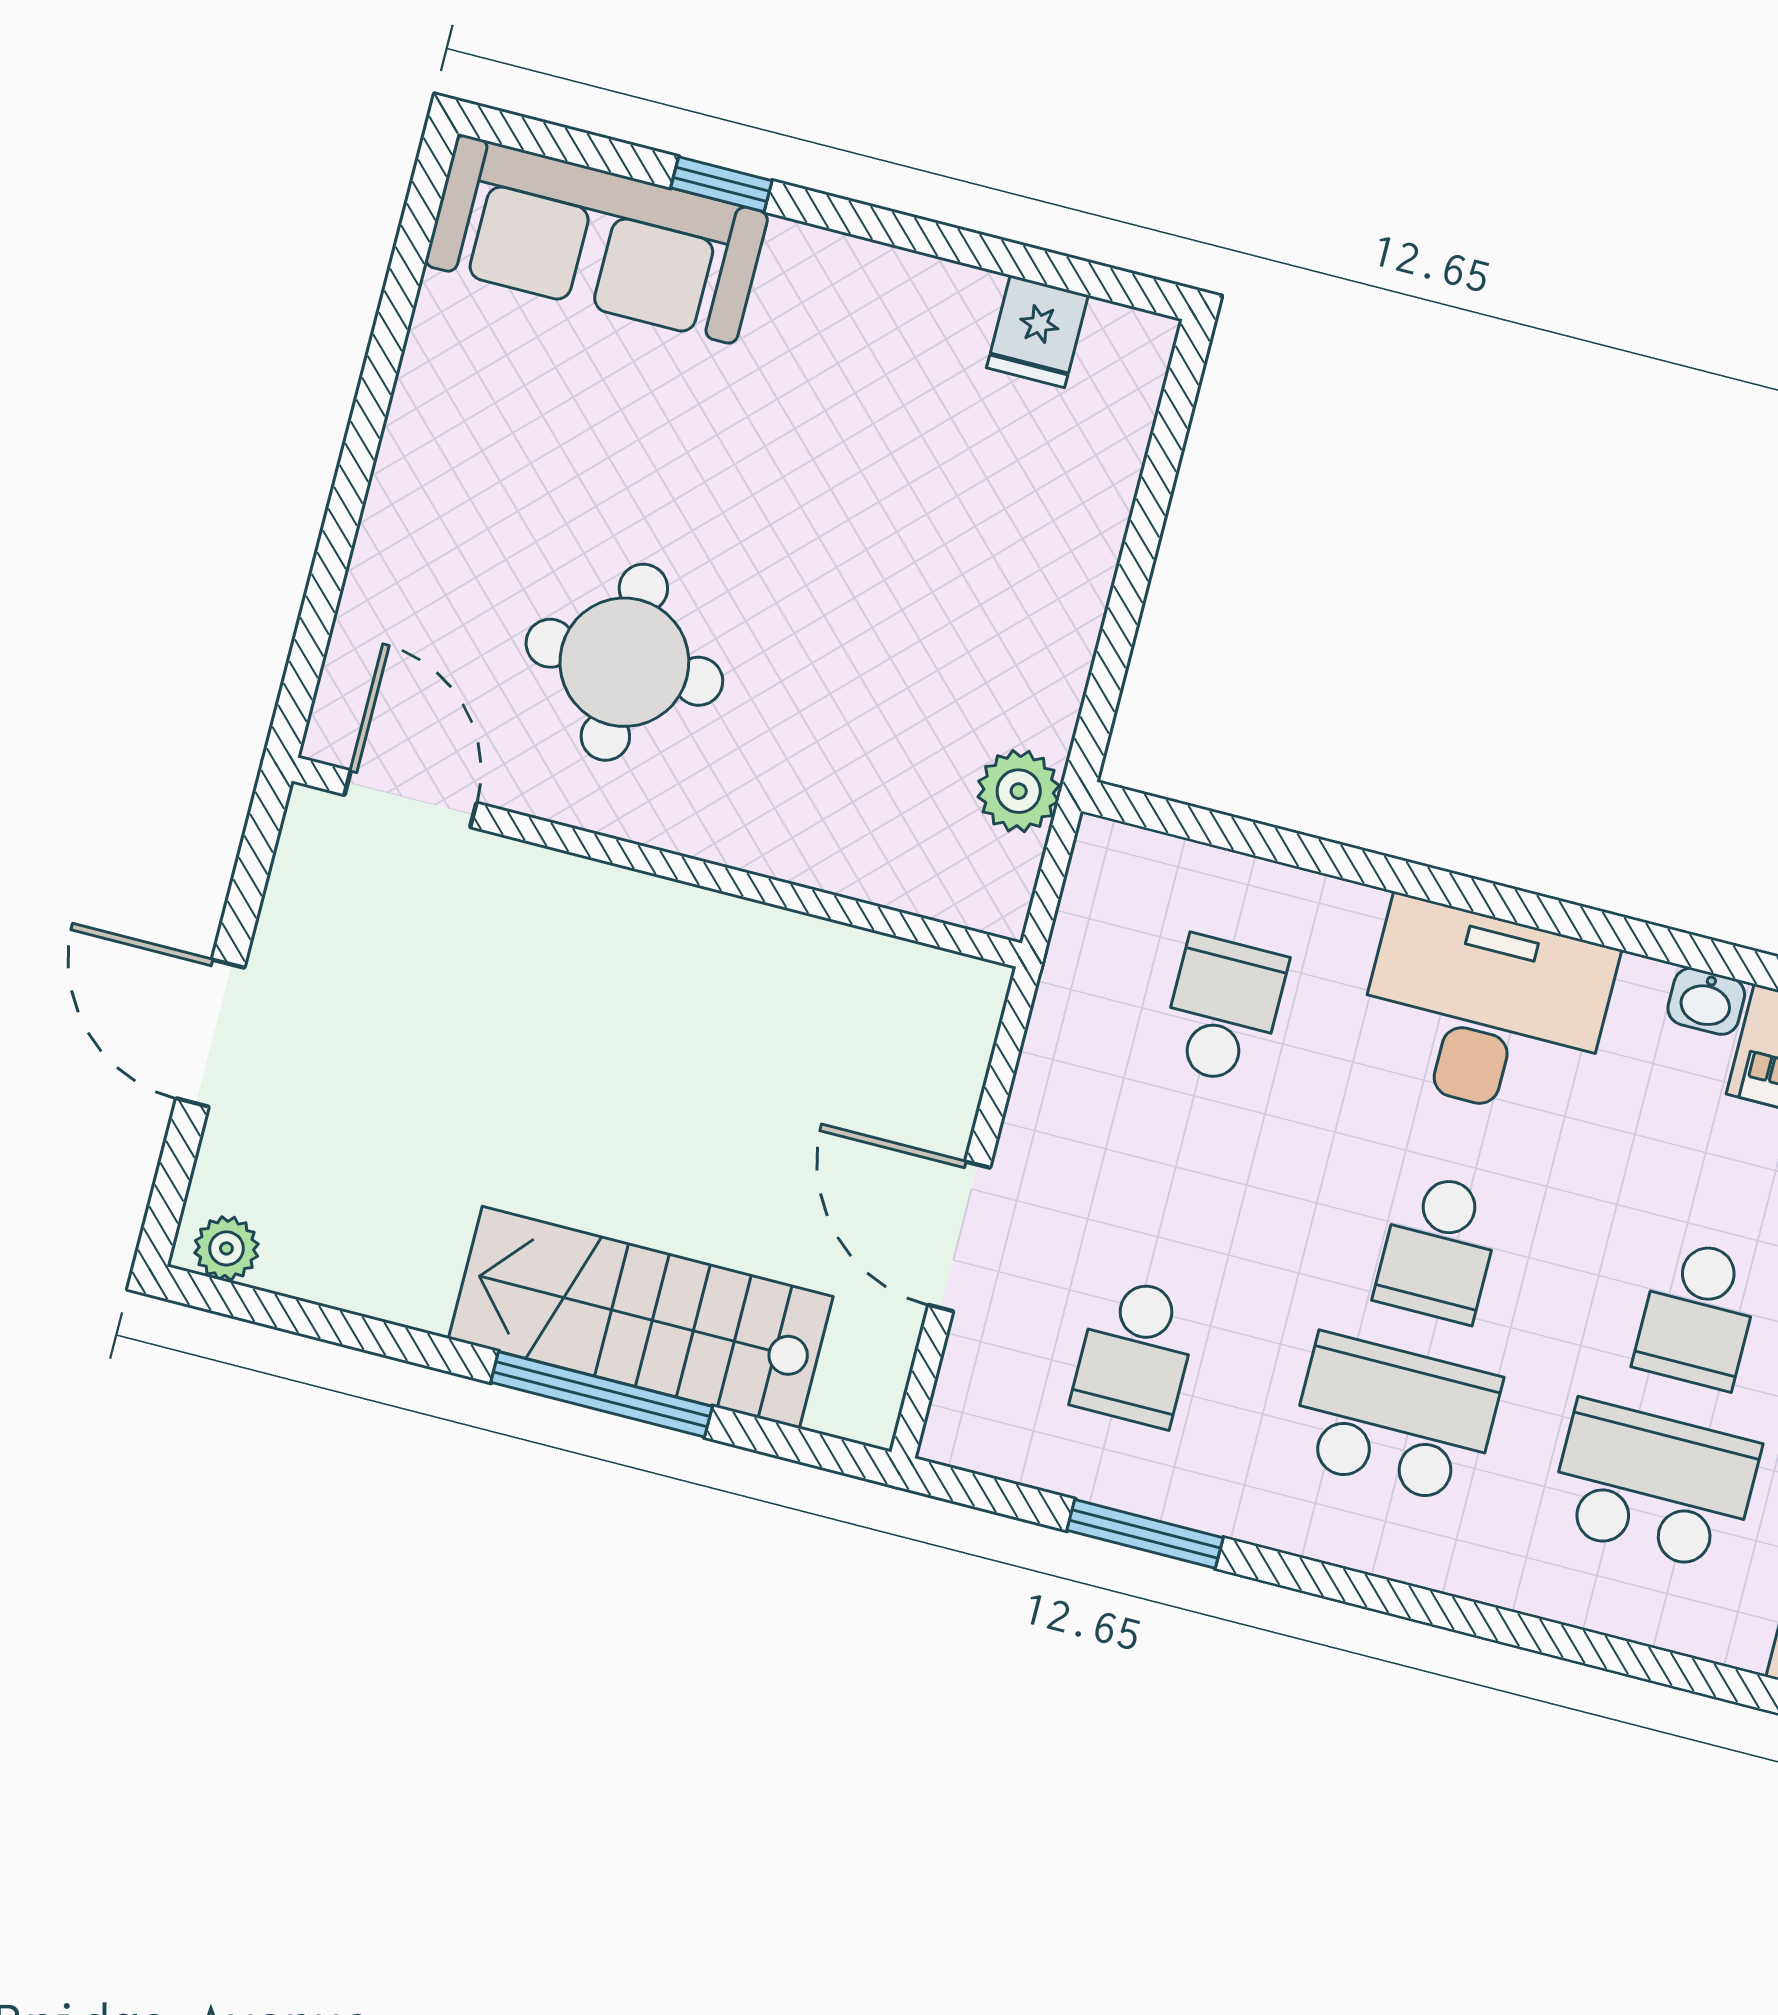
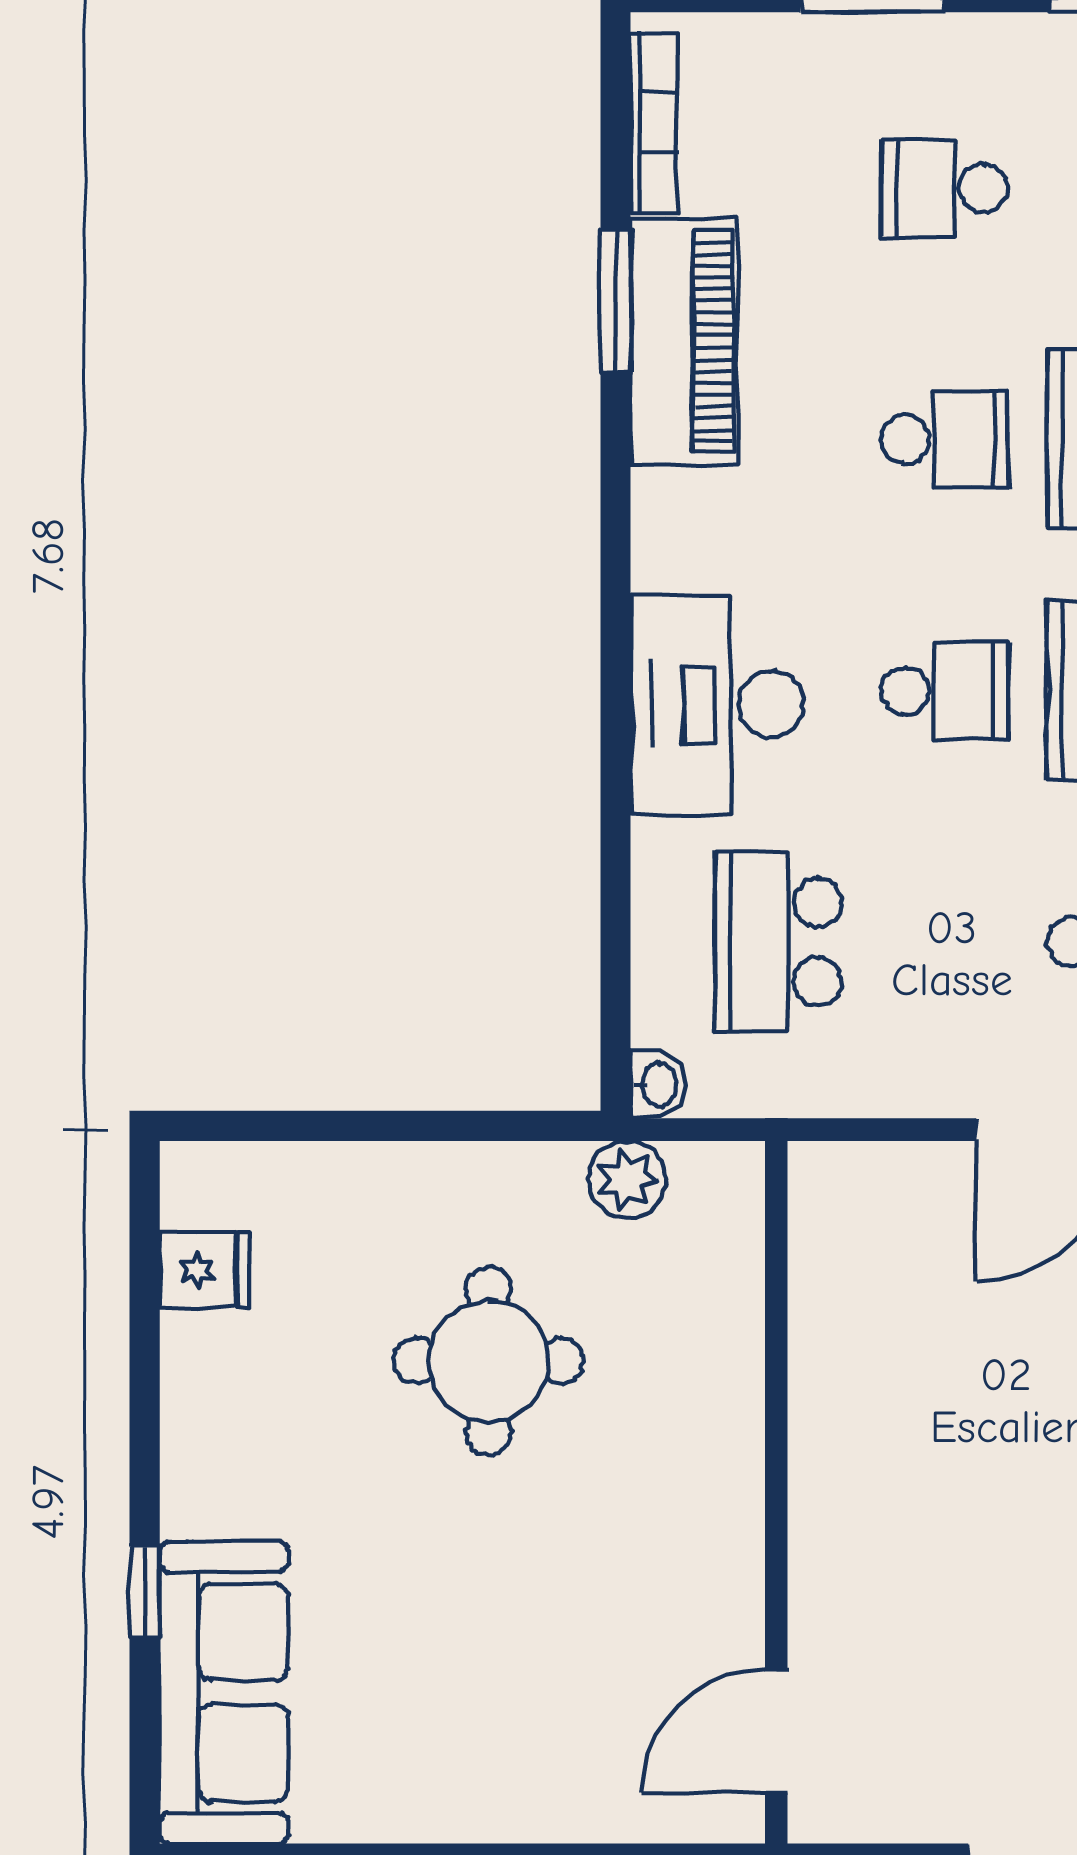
round table: (624, 662) -> (488, 1361), moved
washbasin: (1706, 1001) -> (658, 1085), moved
school desk: (1223, 1010) -> (779, 942), width x1.85

